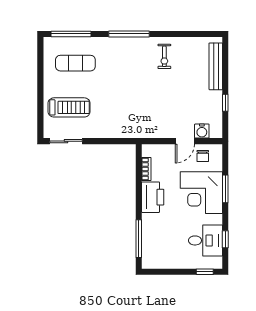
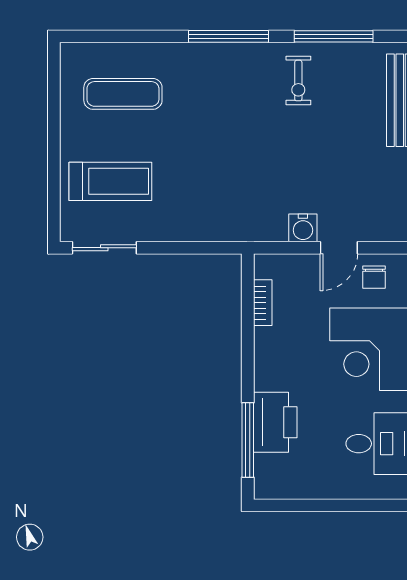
window: (71, 34) -> (334, 36), moved
water cooler: (202, 131) -> (303, 228), moved
printer: (153, 197) -> (275, 422), moved
window: (205, 272) -> (378, 505), removed

